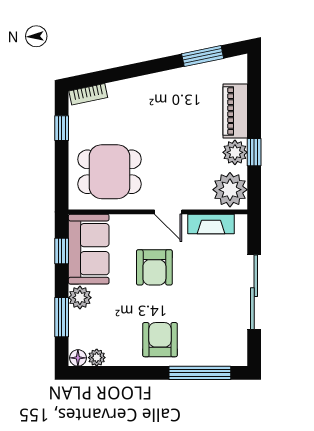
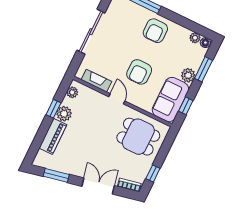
double door: (133, 70) -> (98, 186), added
plant: (230, 190) -> (72, 92), width x0.53, depth x0.53
armchair: (154, 267) -> (139, 72), turned 180

